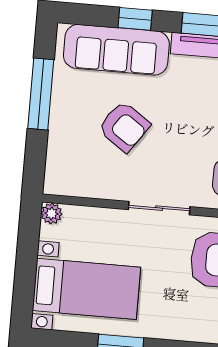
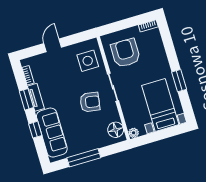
armchair: (124, 127) -> (90, 102), moved, turned 64
floor lamp: (72, 180) -> (116, 130), added

